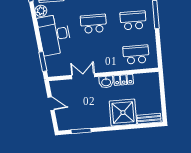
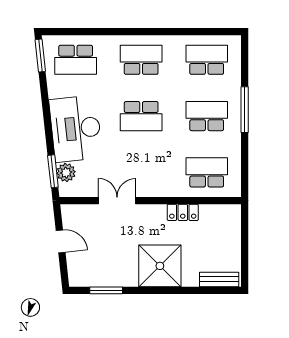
plant: (41, 11) -> (66, 173), moved
school desk: (93, 24) -> (141, 116), turned 180
washbasin: (106, 82) -> (154, 213), removed
shower: (123, 113) -> (160, 266), moved

